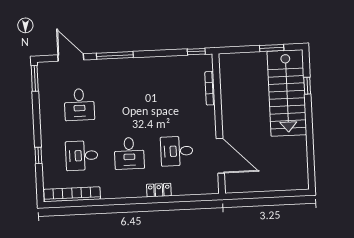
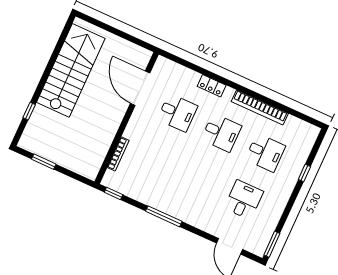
window: (115, 55) -> (164, 216), moved
stairs: (287, 93) -> (71, 70), moved
desk: (129, 153) -> (221, 133), turned 90
bookcase: (72, 194) -> (260, 107), moved

